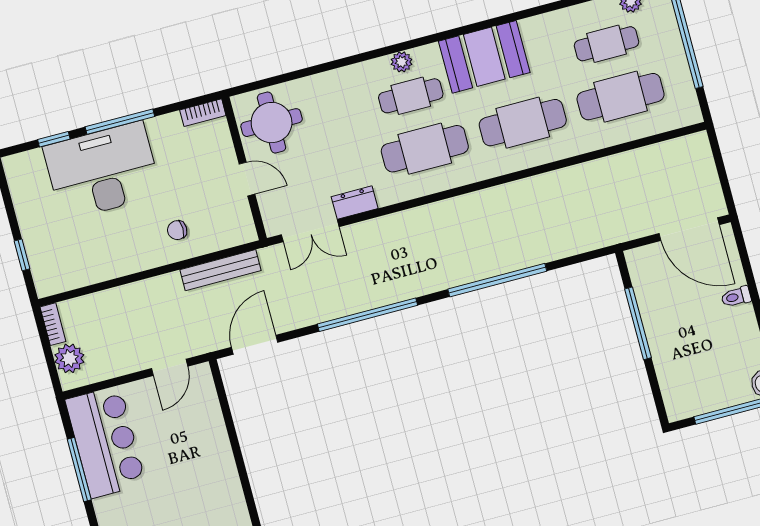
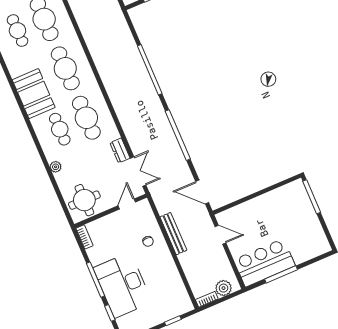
plant: (402, 62) -> (56, 167), moved
door: (247, 179) -> (127, 204), moved
bench: (220, 270) -> (173, 234), moved

